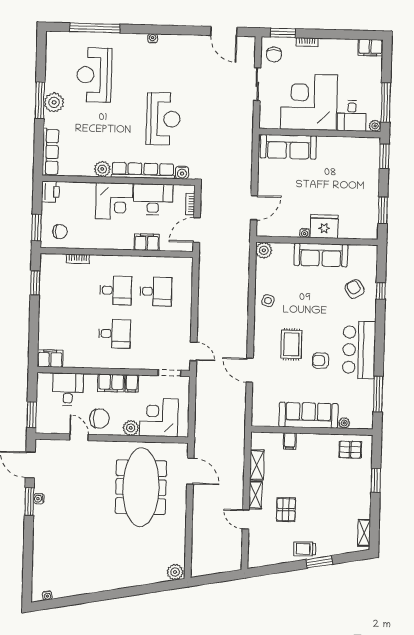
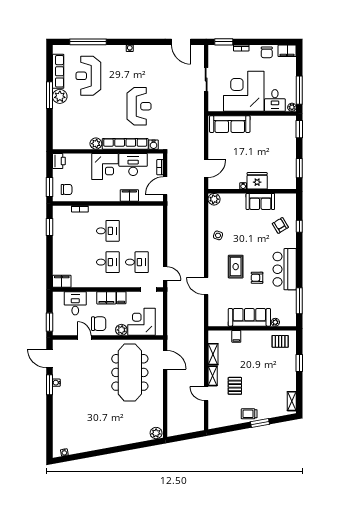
chair: (274, 55) -> (267, 52), moved
row of seats: (50, 152) -> (58, 71), moved
sofa: (321, 255) -> (260, 201), width x0.73
desk: (156, 291) -> (137, 262), moved

